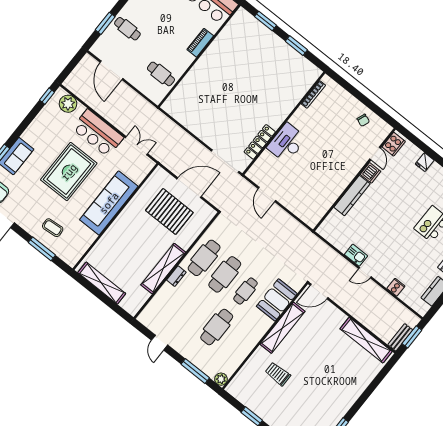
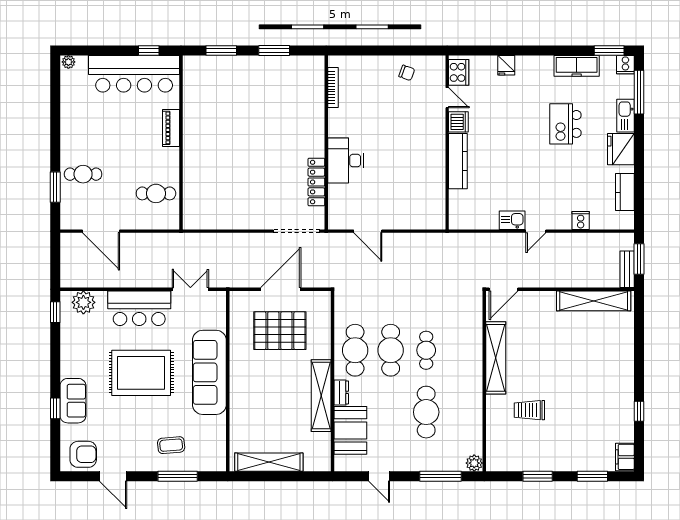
rug: (69, 172) -> (141, 373), turned 90
booth: (277, 300) -> (350, 430), moved

